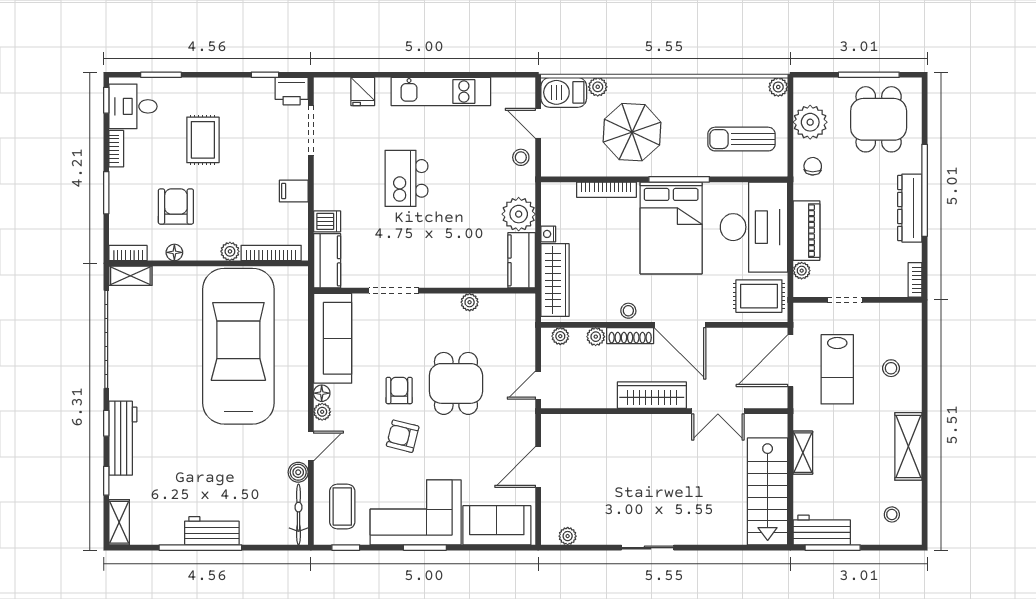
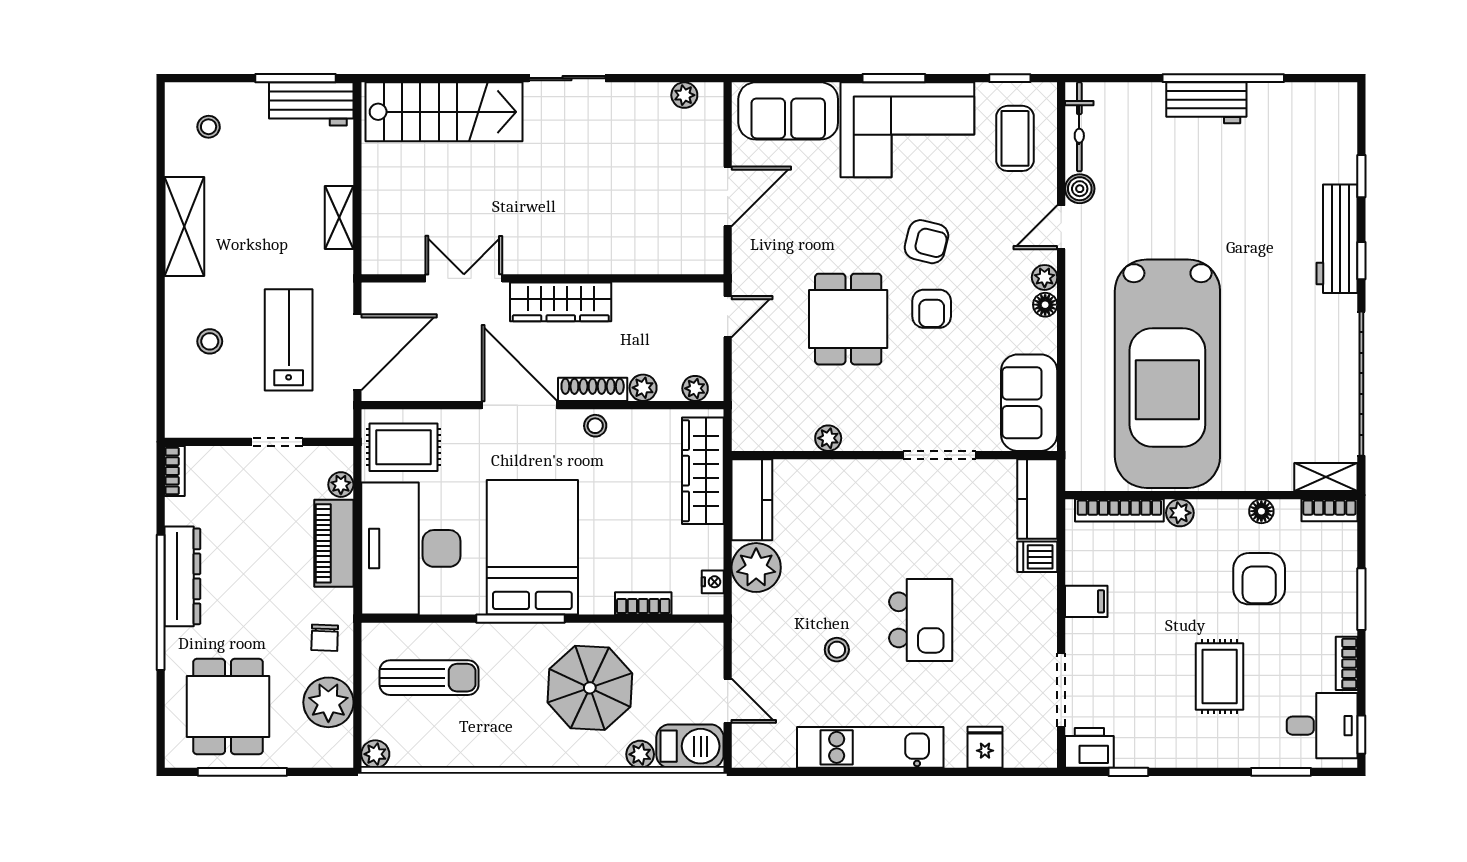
stool: (521, 157) -> (837, 650), moved
bookcase: (606, 190) -> (643, 603), width x0.64
nightstand: (548, 234) -> (713, 582), moved
sofa: (333, 338) -> (1029, 403), width x0.73
stairs: (768, 491) -> (444, 112), moved, turned 90
shelving: (119, 522) -> (1342, 115), removed

